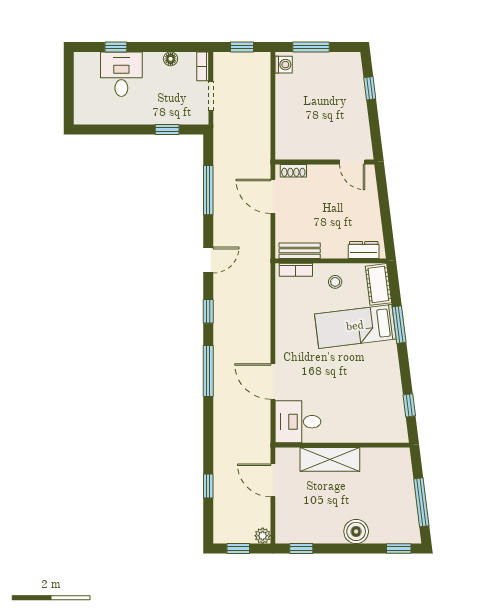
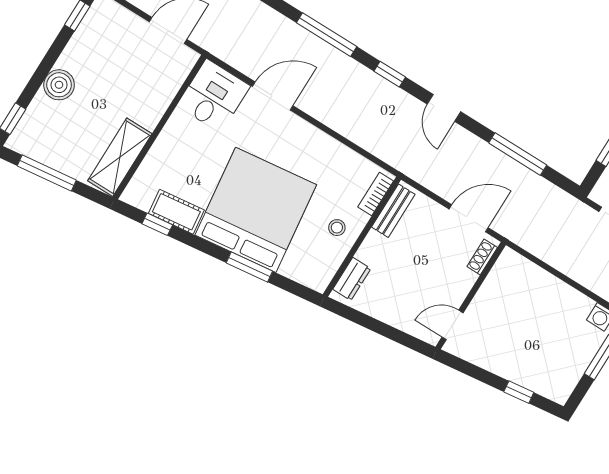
cot: (378, 284) -> (176, 212), moved
bed: (355, 326) -> (256, 210), width x2.04
shelving: (330, 459) -> (120, 157), moved

